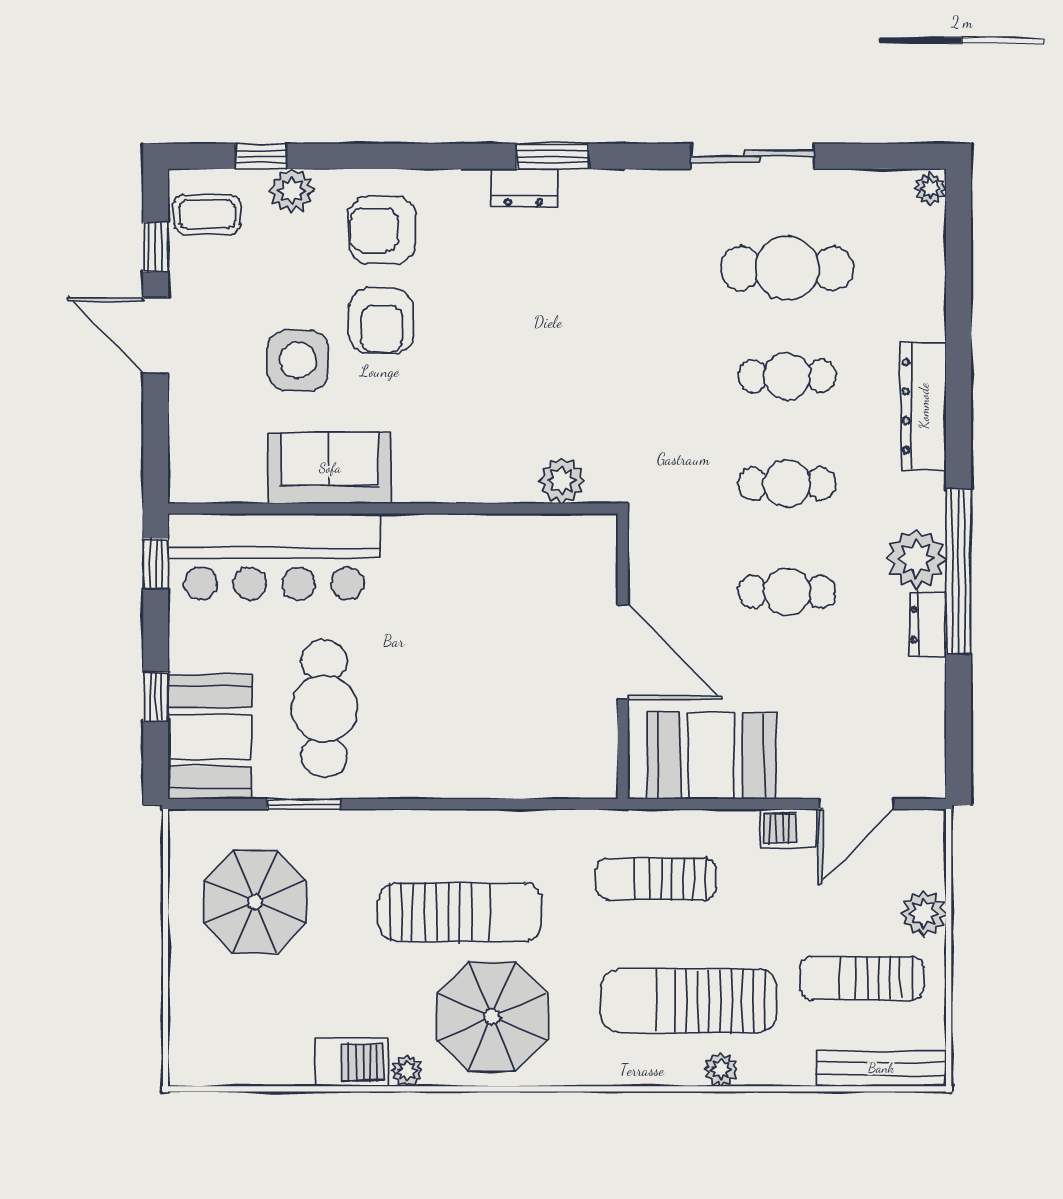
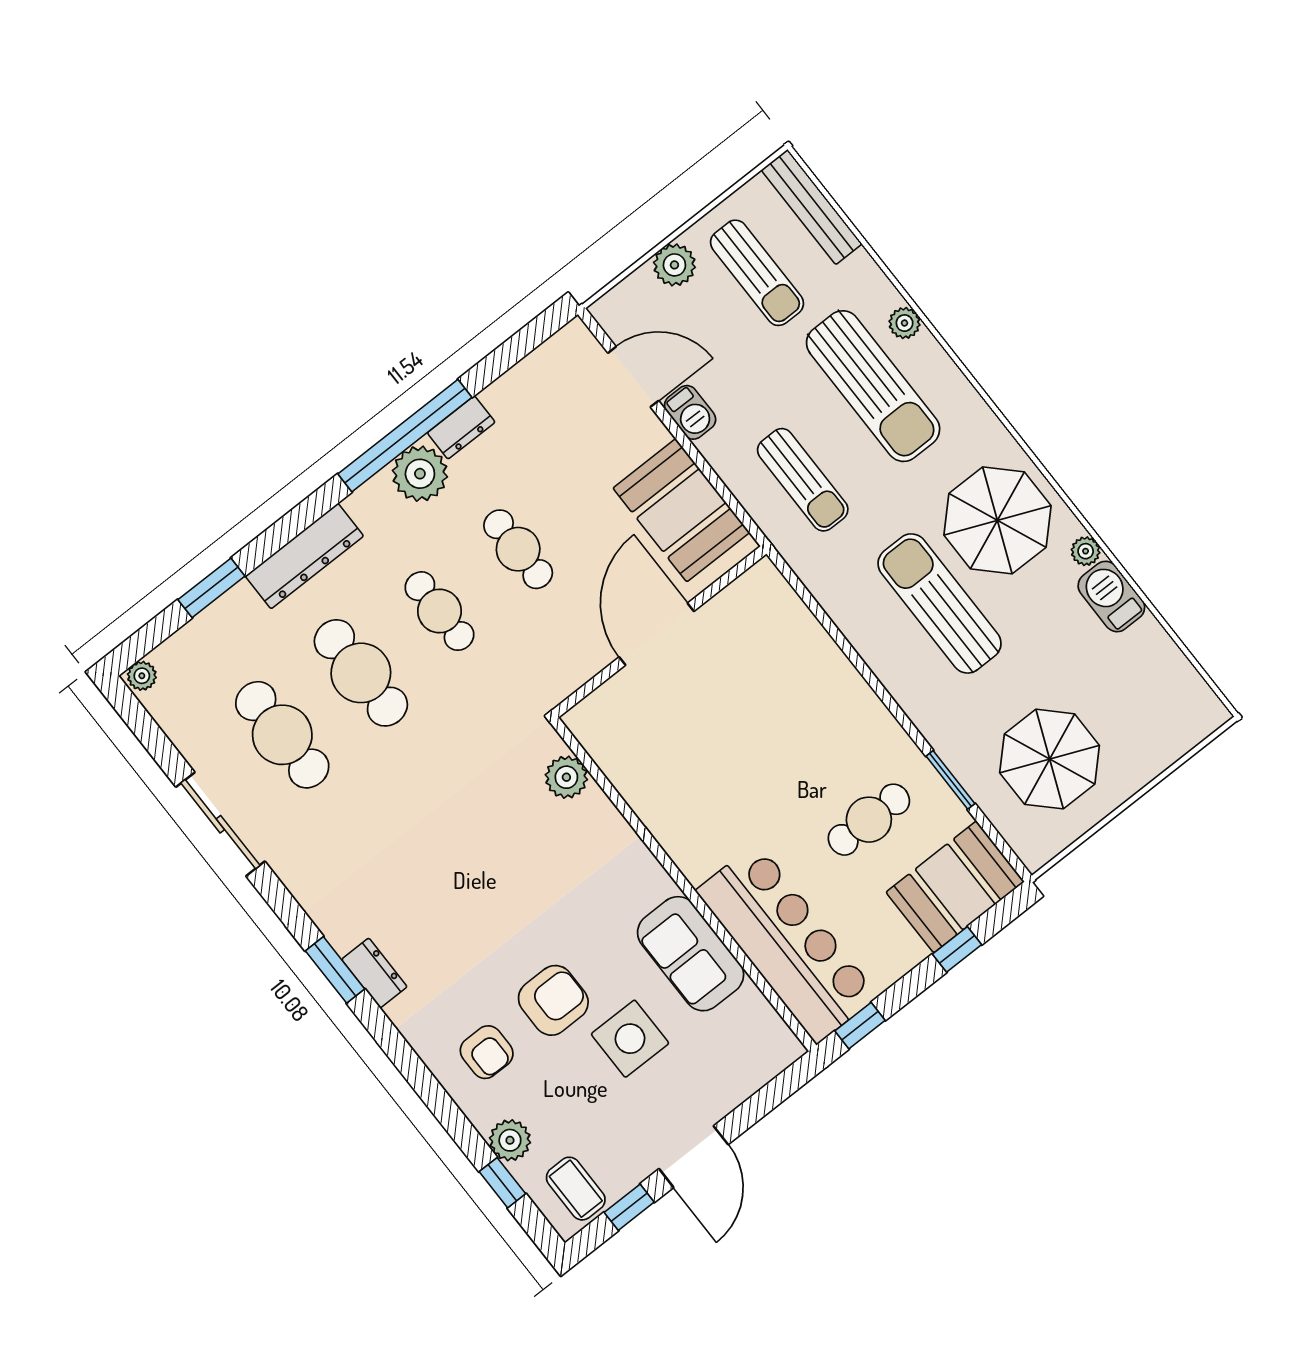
armchair: (382, 230) -> (487, 1052), width x0.72, depth x0.72
window: (959, 306) -> (211, 588), added
cafe table: (787, 376) -> (361, 673), width x1.37, depth x1.35
cafe table: (324, 708) -> (869, 820), width x0.73, depth x0.74

